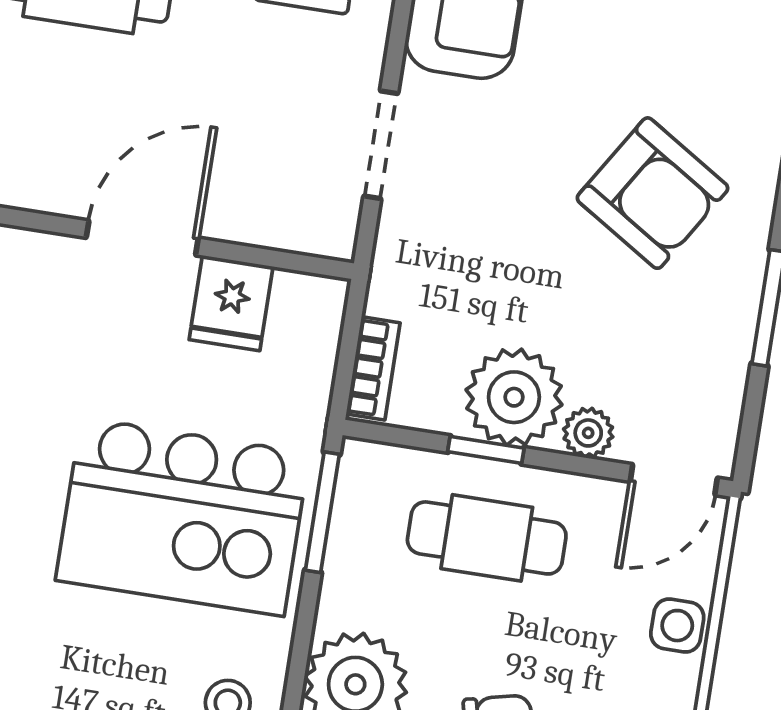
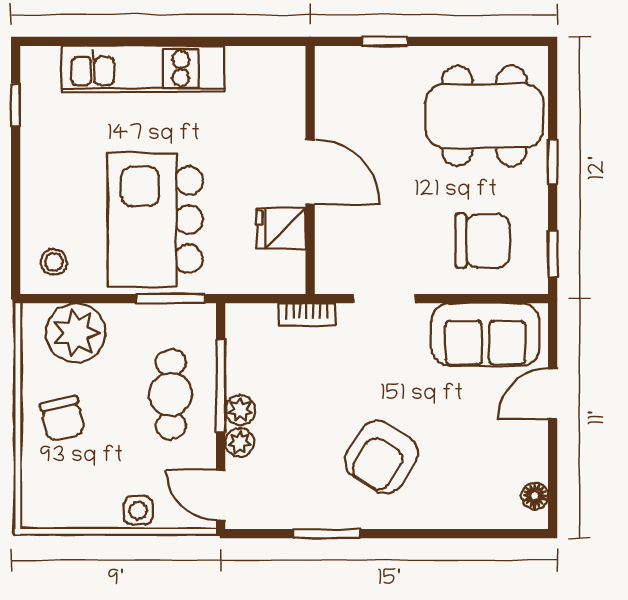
bookcase: (373, 368) -> (307, 314), moved
plant: (514, 397) -> (240, 410), width x0.53, depth x0.53
window: (486, 450) -> (221, 386), width x2.17

